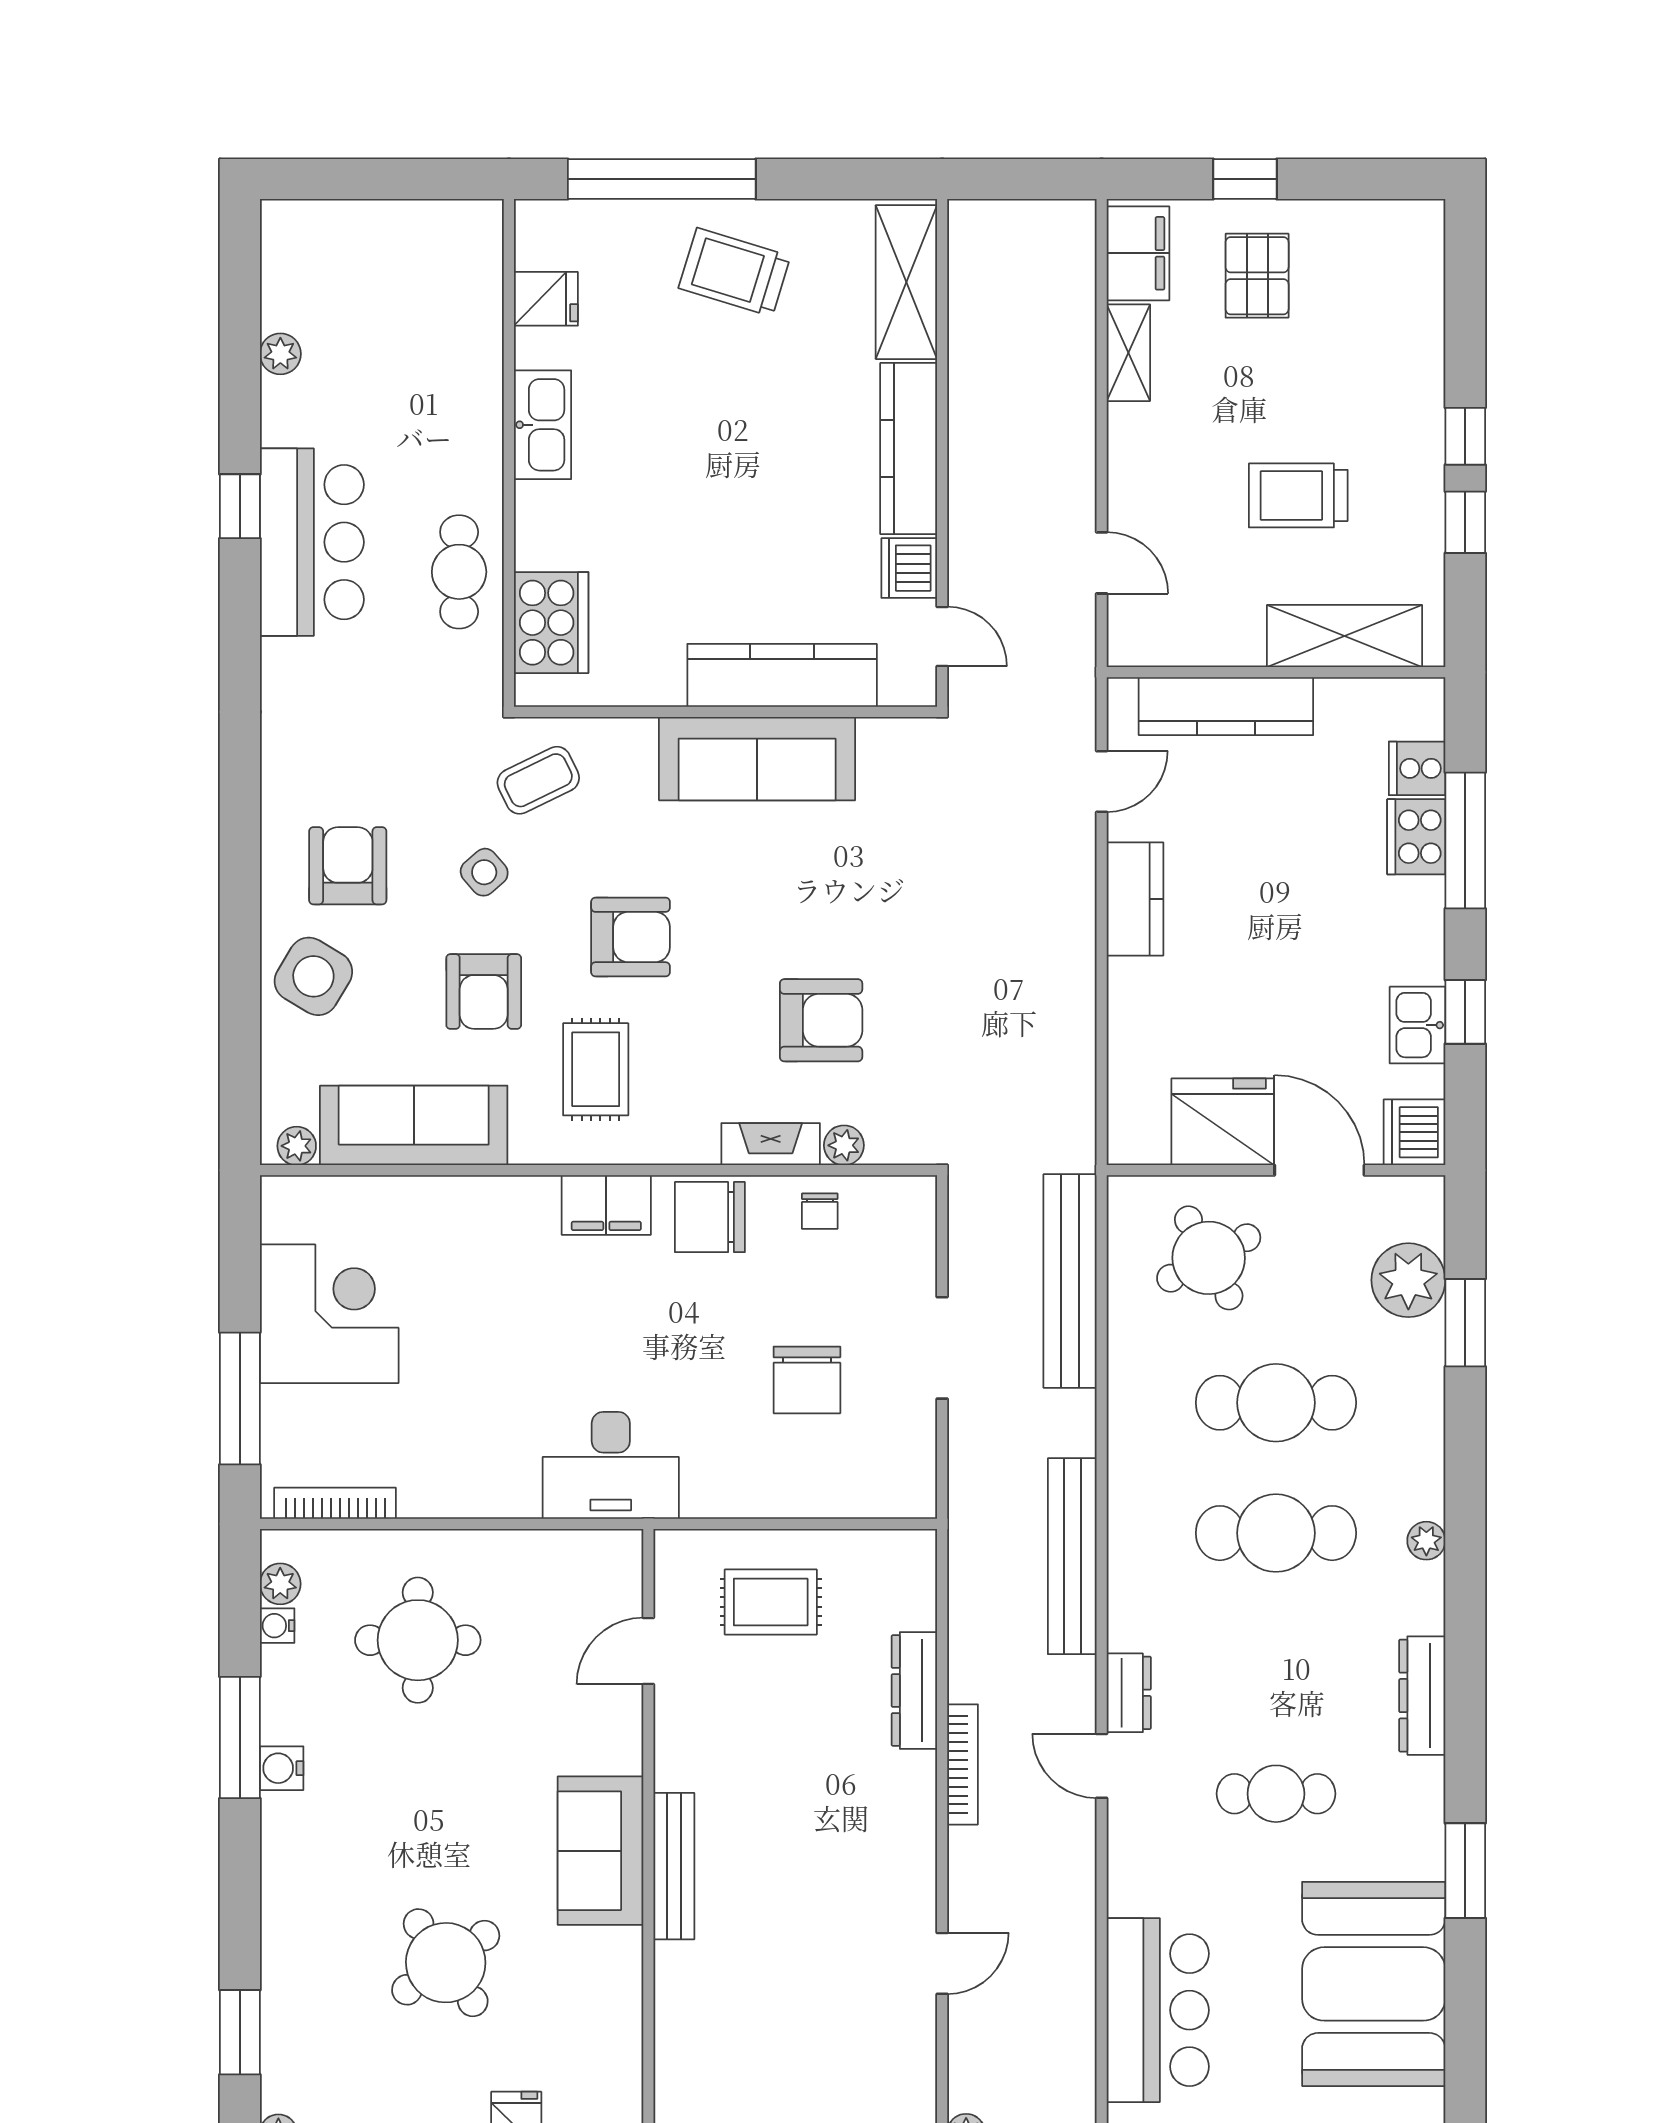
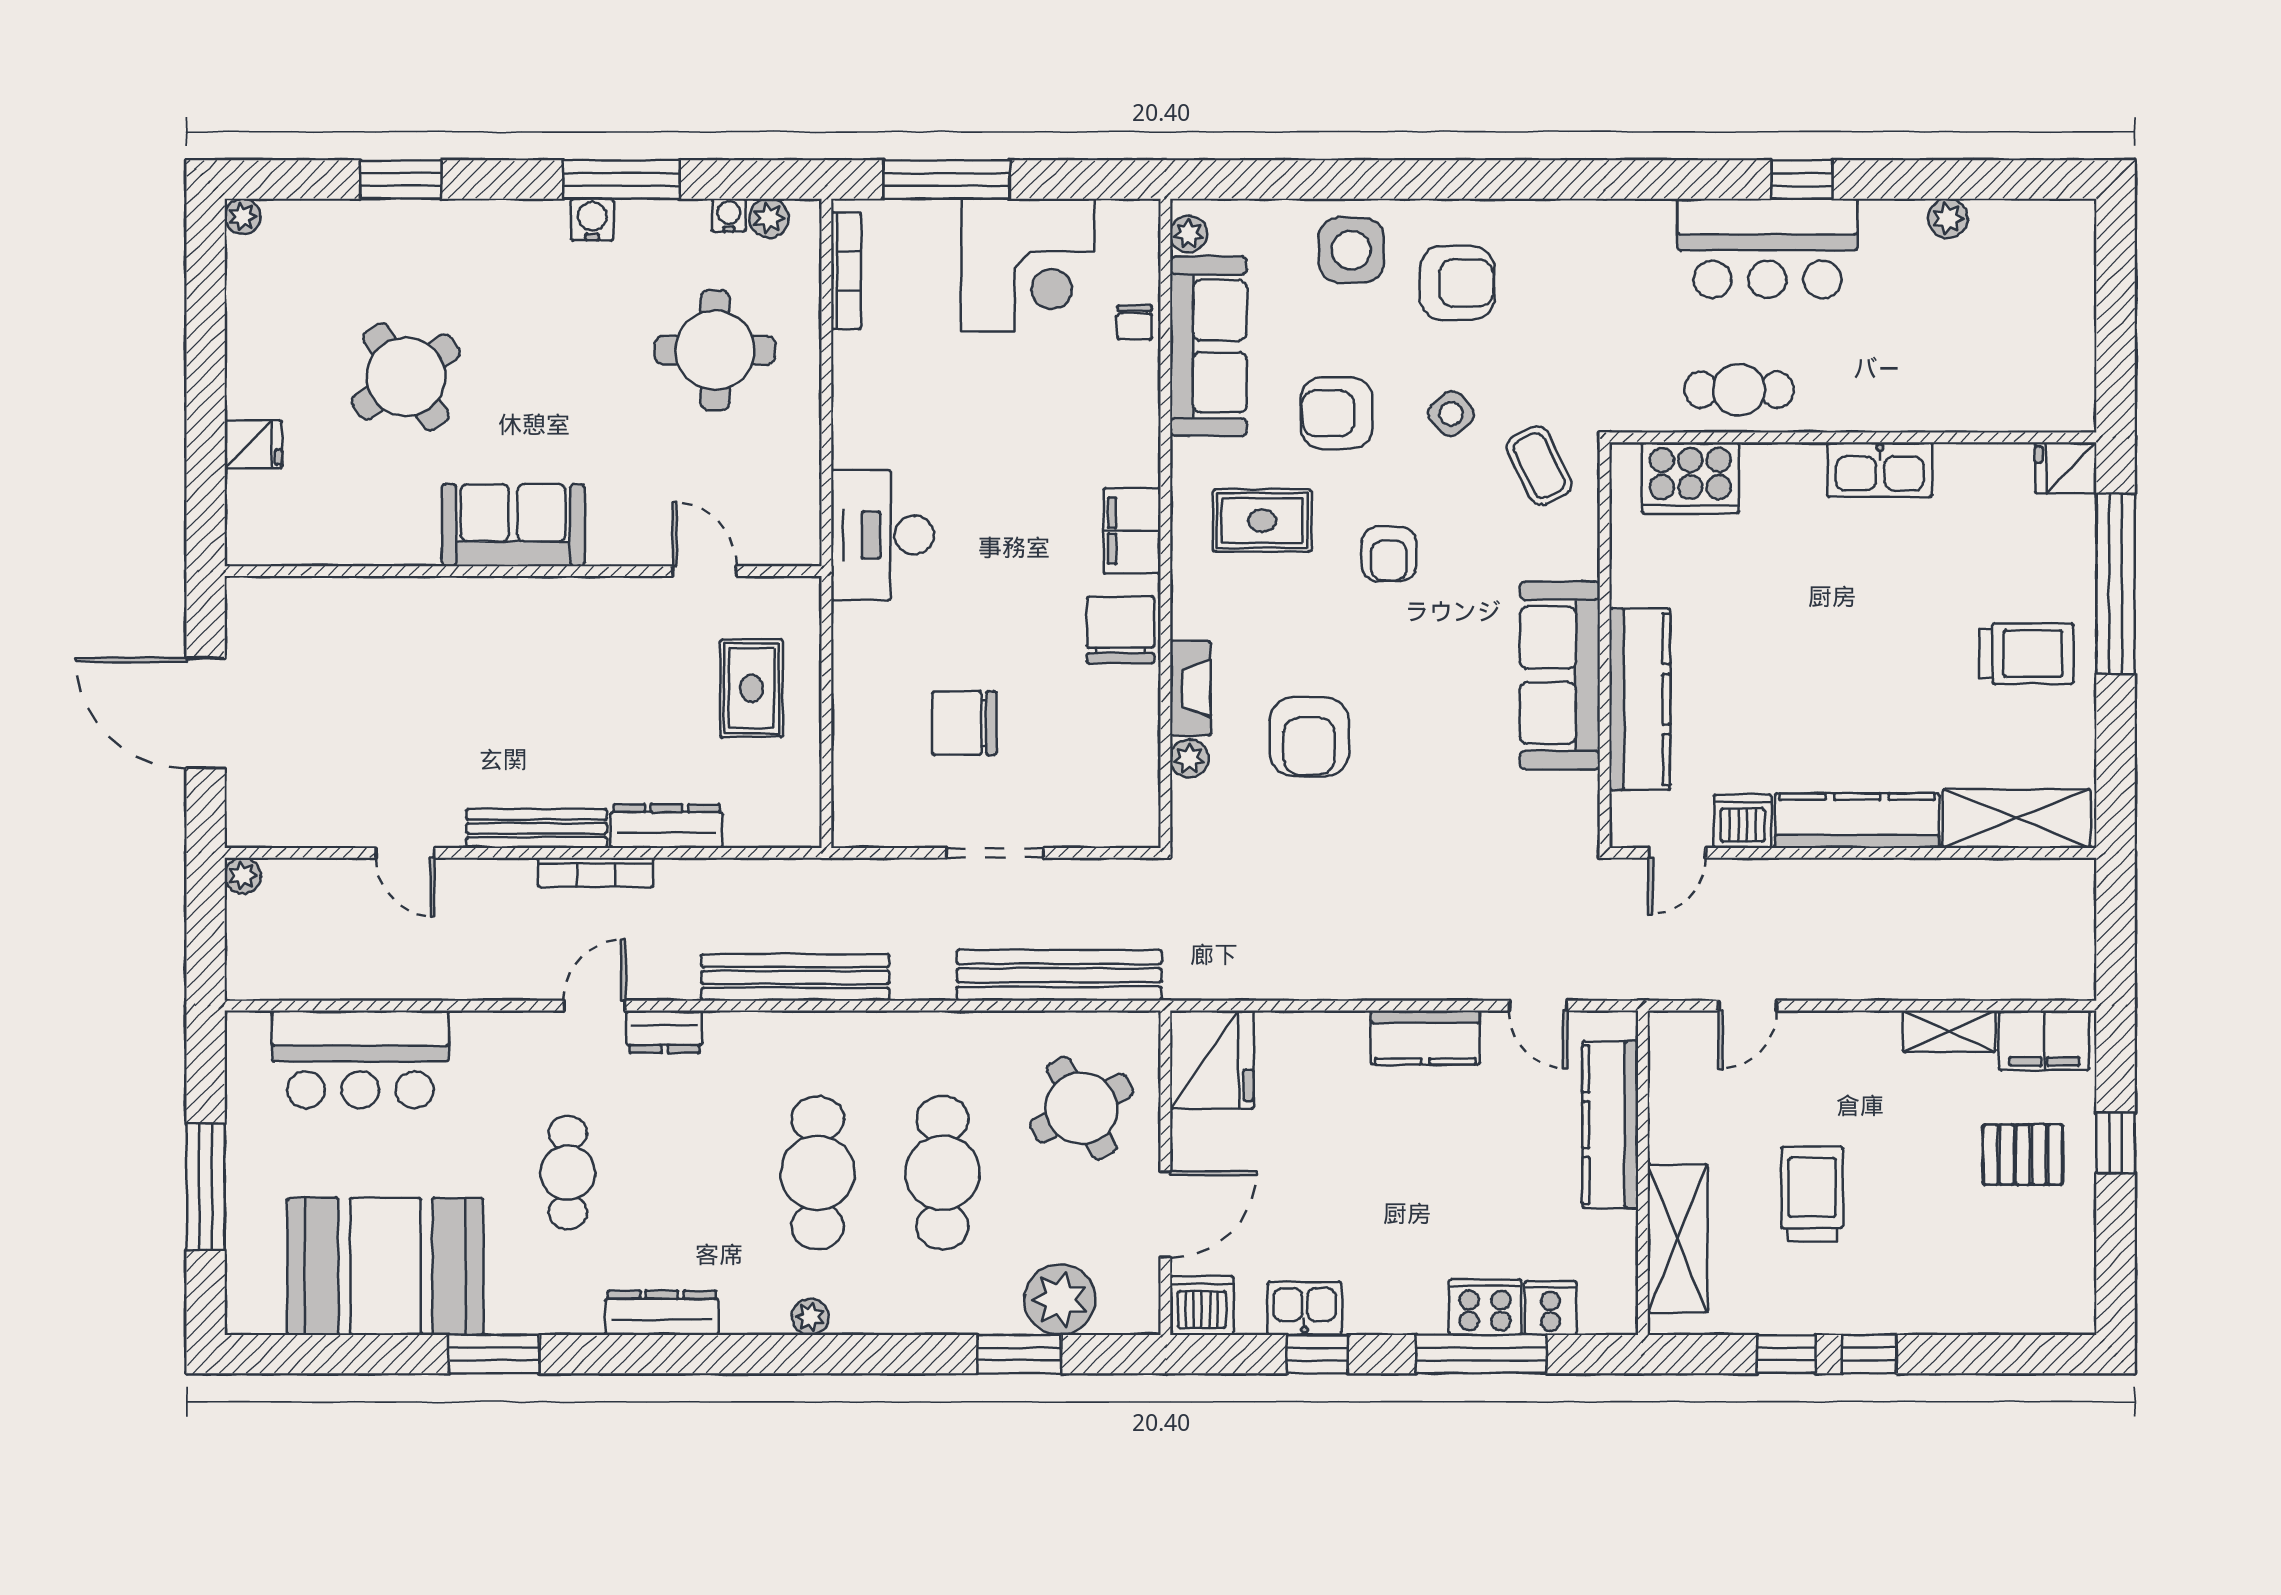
trolley: (734, 272) -> (2026, 654), turned 73
fridge: (546, 299) -> (2066, 468), moved, turned 90
armchair: (630, 937) -> (1389, 554), width x0.72, depth x0.72
side table: (313, 976) -> (1351, 250), turned -31
fridge: (1223, 1122) -> (1212, 1060), moved
chair: (820, 1211) -> (1135, 322), moved, turned -90
bench: (674, 1866) -> (537, 828), moved
window: (240, 2032) -> (401, 180), moved

